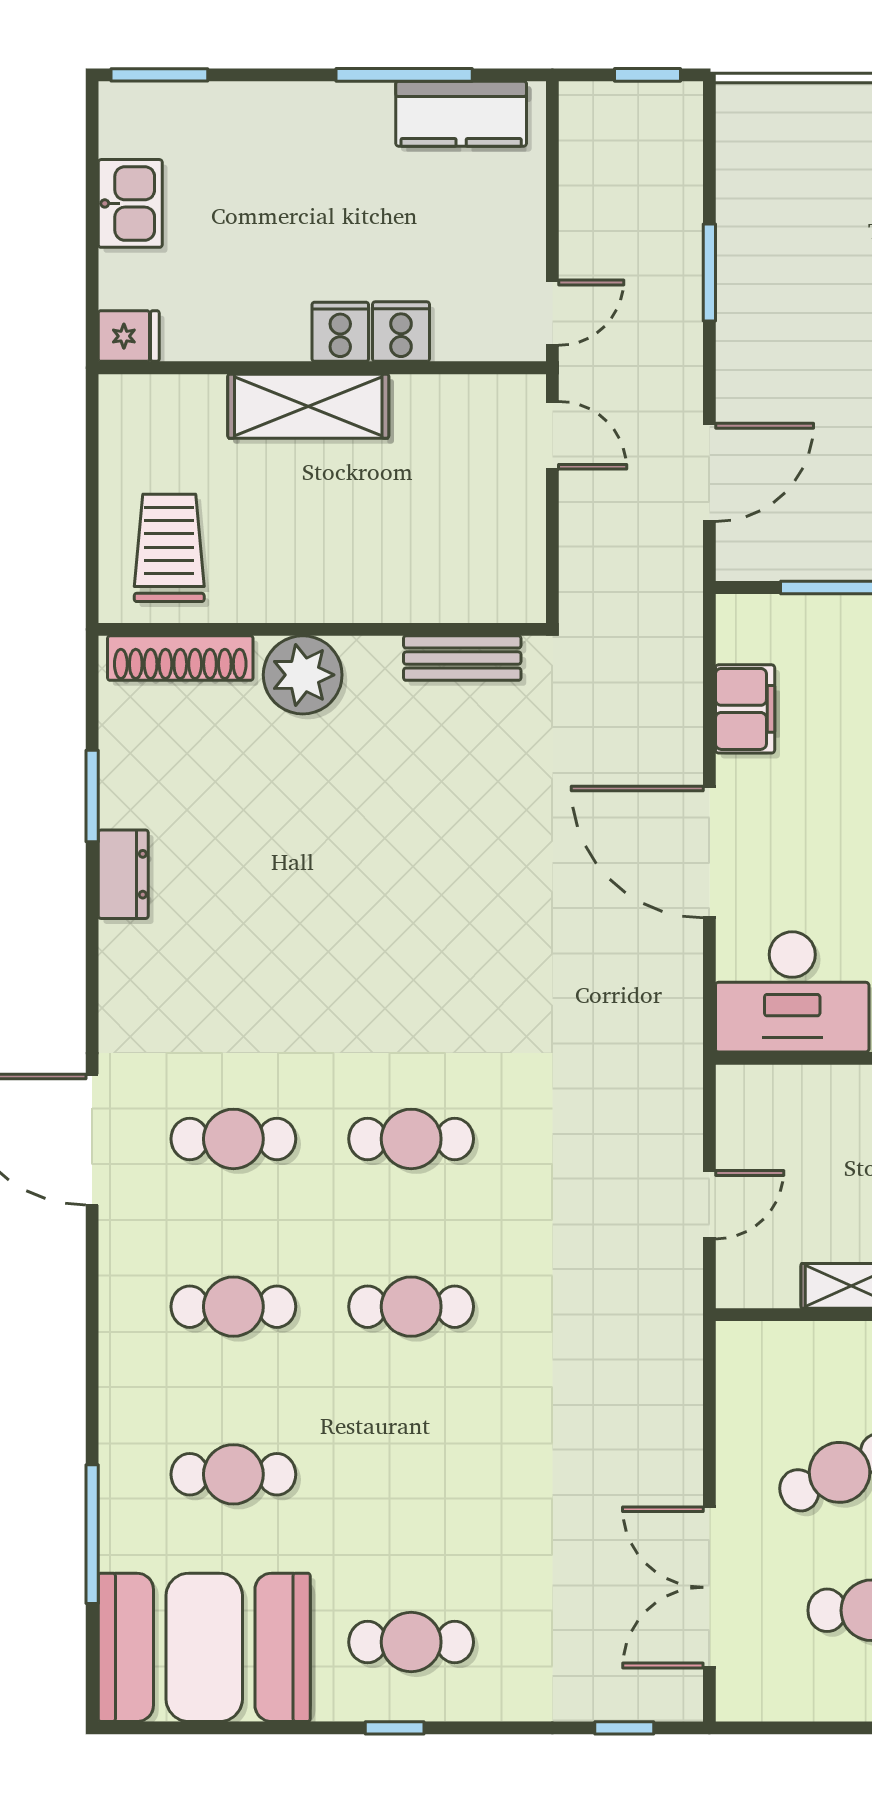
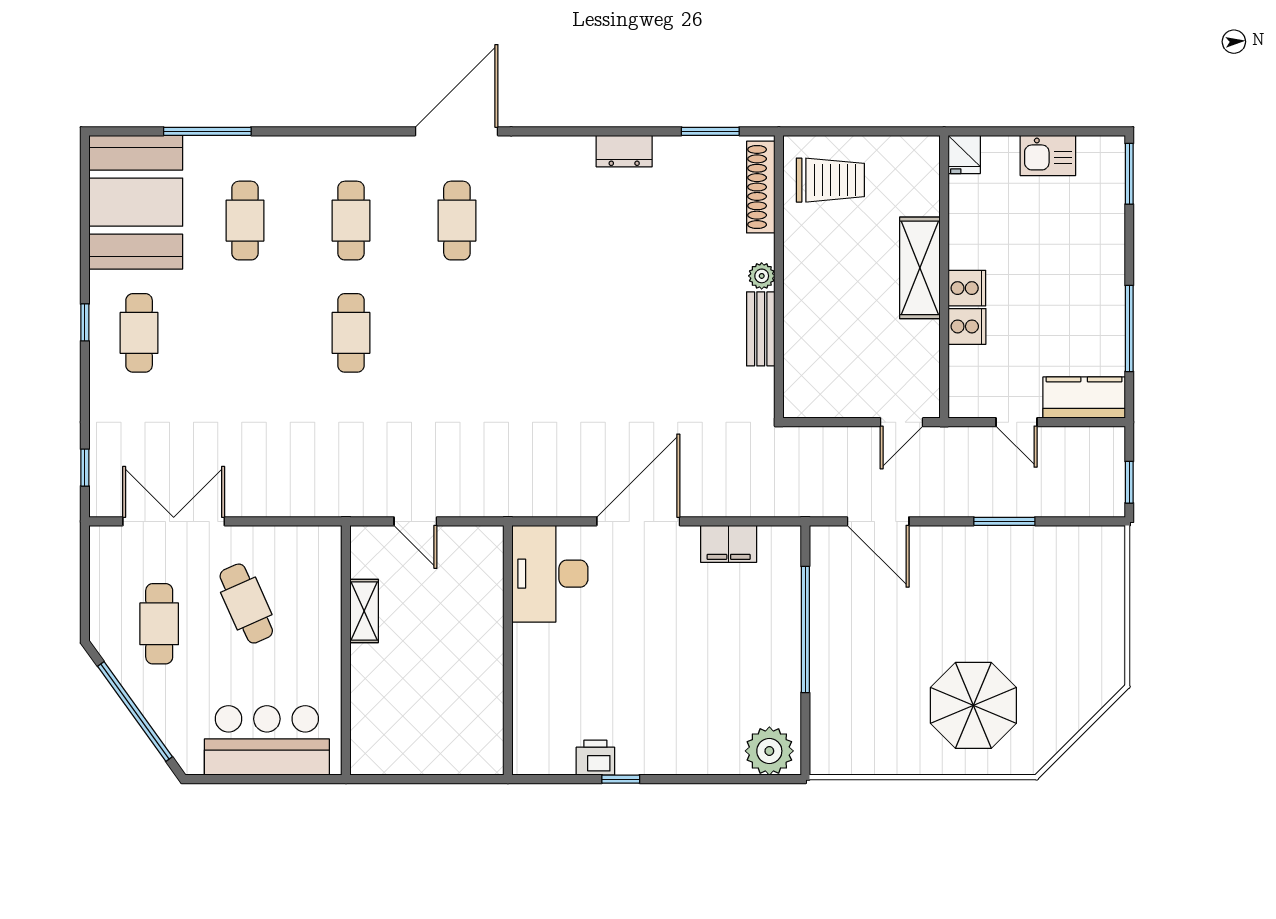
kitchen counter: (461, 114) -> (1084, 398), moved, turned 90
door: (552, 313) -> (1017, 422), moved
bench: (462, 658) -> (761, 329), moved
plant: (303, 675) -> (762, 276), width x0.53, depth x0.53
window: (92, 796) -> (710, 131), moved
cafe table: (411, 1139) -> (457, 333), removed

